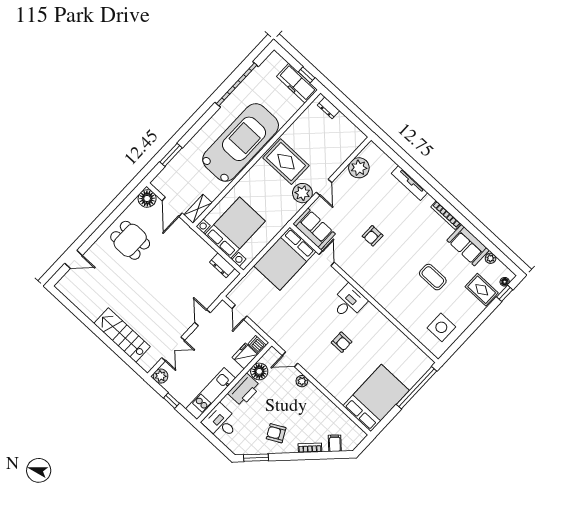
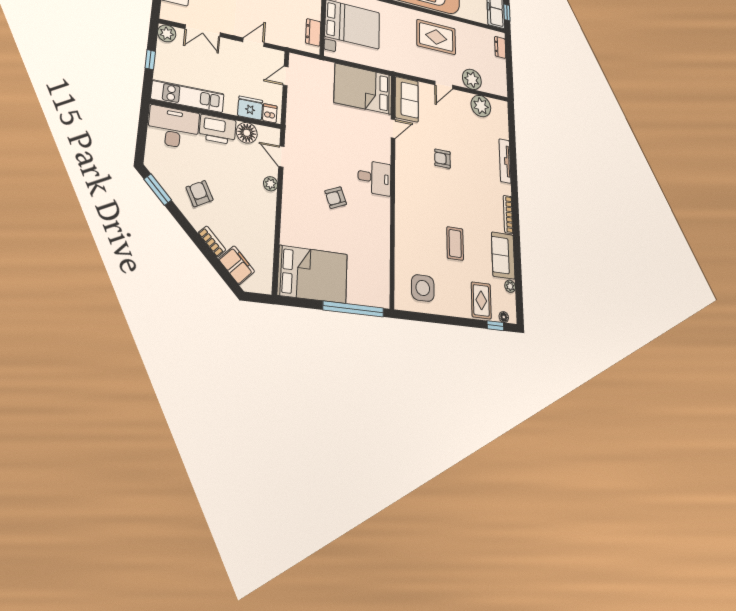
rug: (286, 162) -> (436, 37), turned 90
plant: (302, 193) -> (472, 79), moved
armchair: (342, 342) -> (336, 198), turned 68
desk: (221, 422) -> (174, 127), width x1.37
filing cabinet: (335, 443) -> (237, 265), width x2.00

